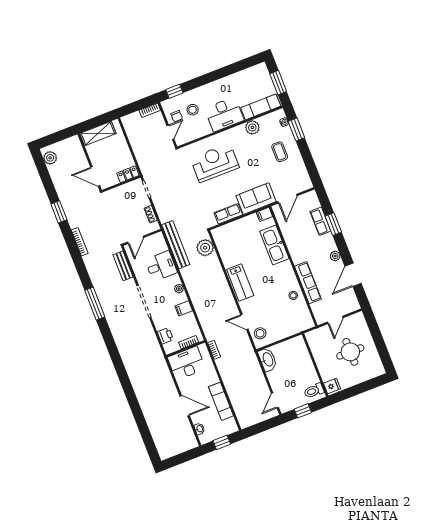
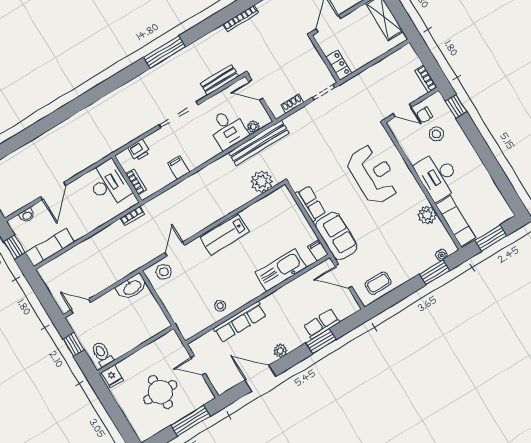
coffee table: (280, 152) -> (378, 283), moved
plant: (179, 289) -> (253, 126), moved
window: (376, 333) -> (191, 421), added
exam couch: (221, 401) -> (50, 247), moved

